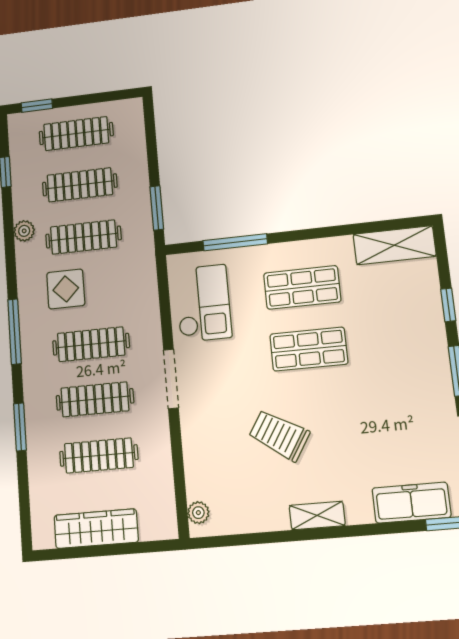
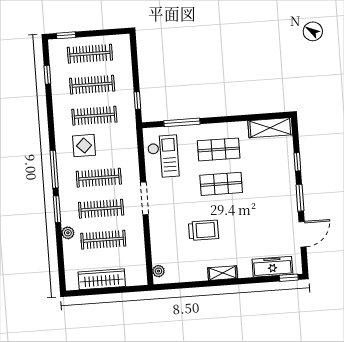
window: (157, 208) -> (137, 101), width x0.67
plant: (24, 231) -> (68, 233), moved
window: (20, 427) -> (57, 209), moved
trolley: (279, 435) -> (203, 230), turned 148

